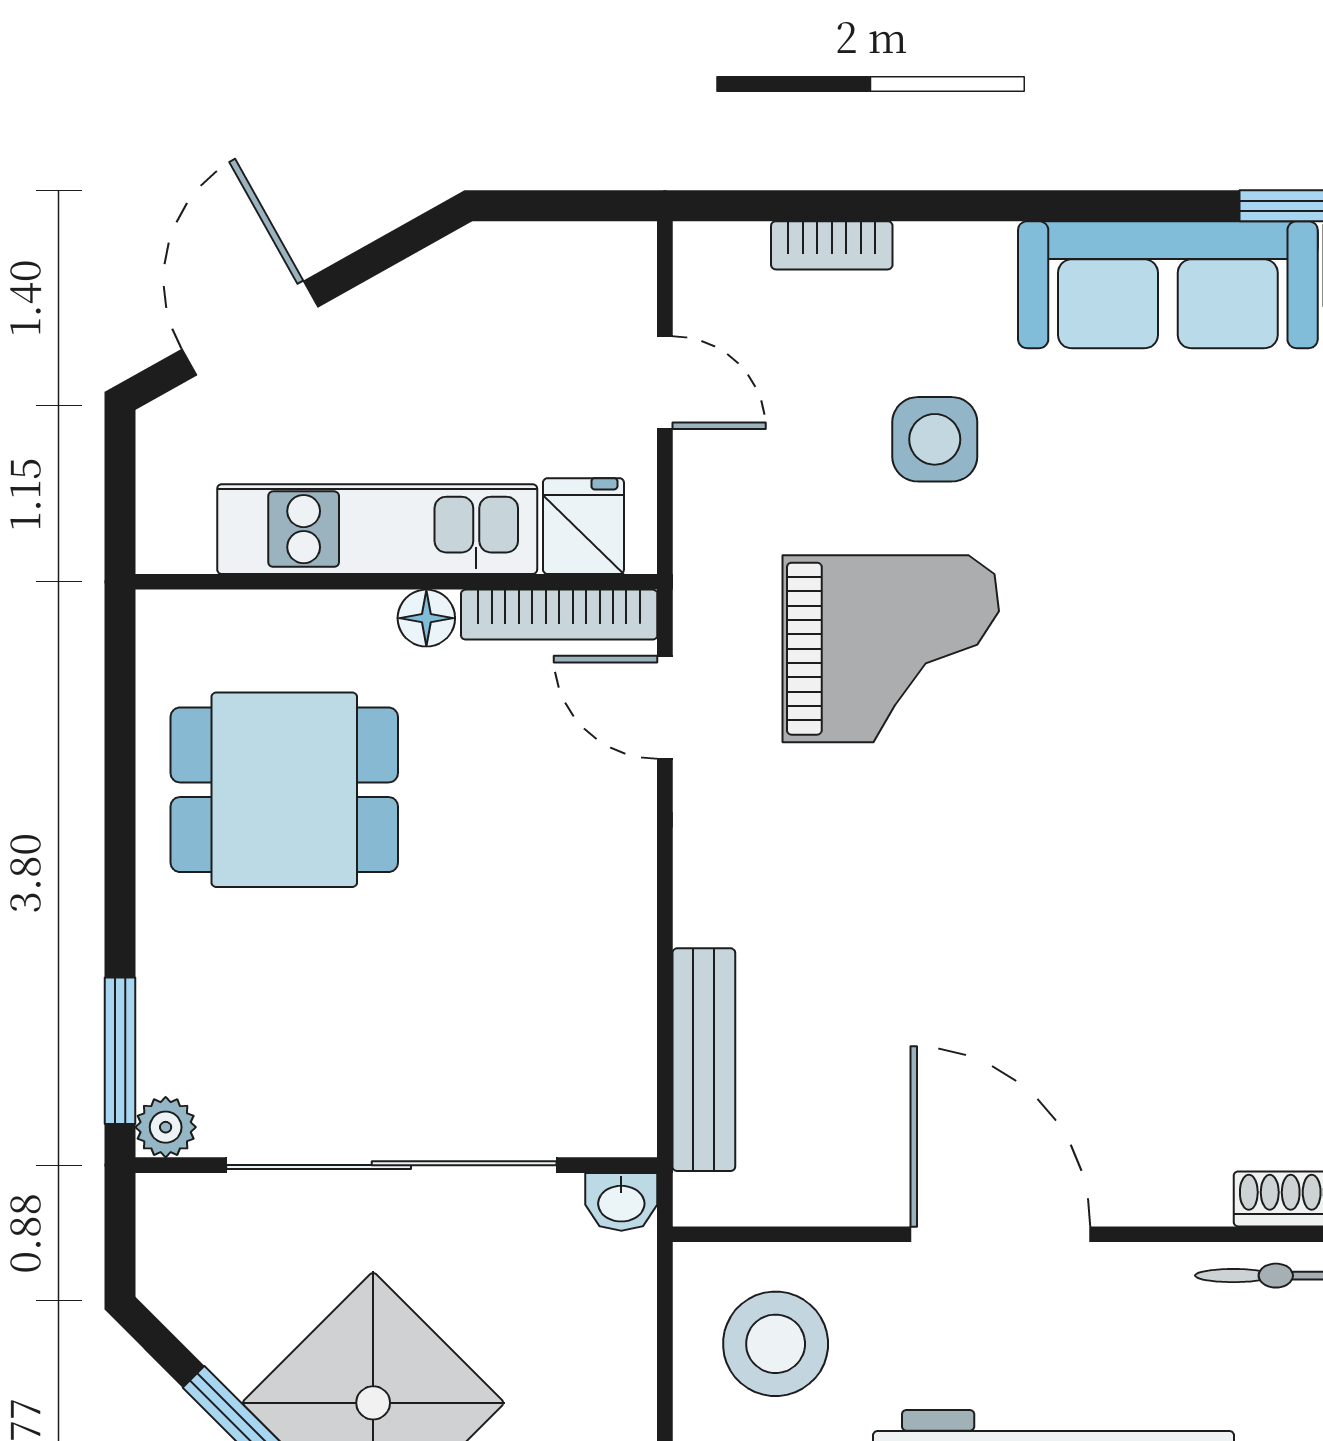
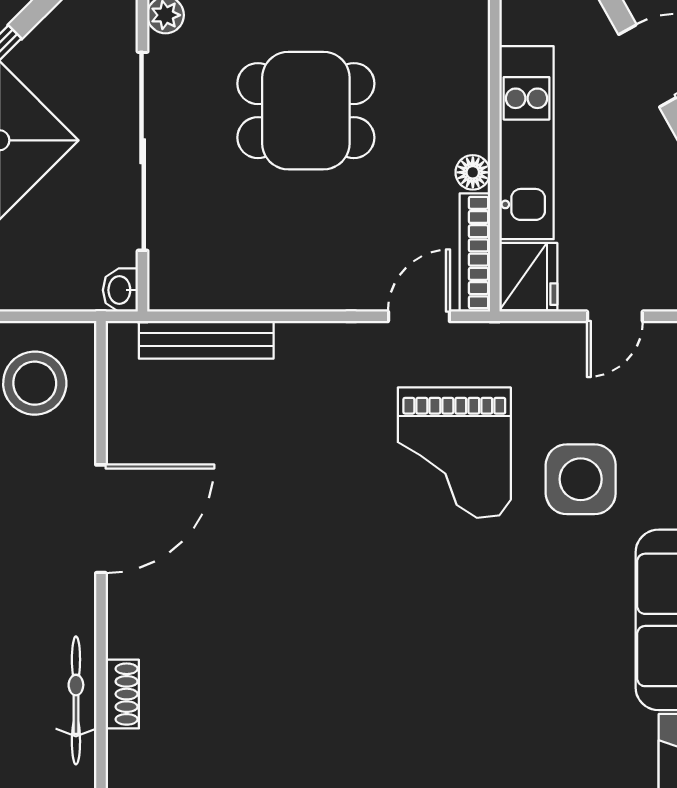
side table: (935, 439) -> (581, 479), width x1.37, depth x1.37
fridge: (583, 526) -> (528, 277), width x1.38
dining table: (284, 790) -> (306, 111), moved, turned 90

